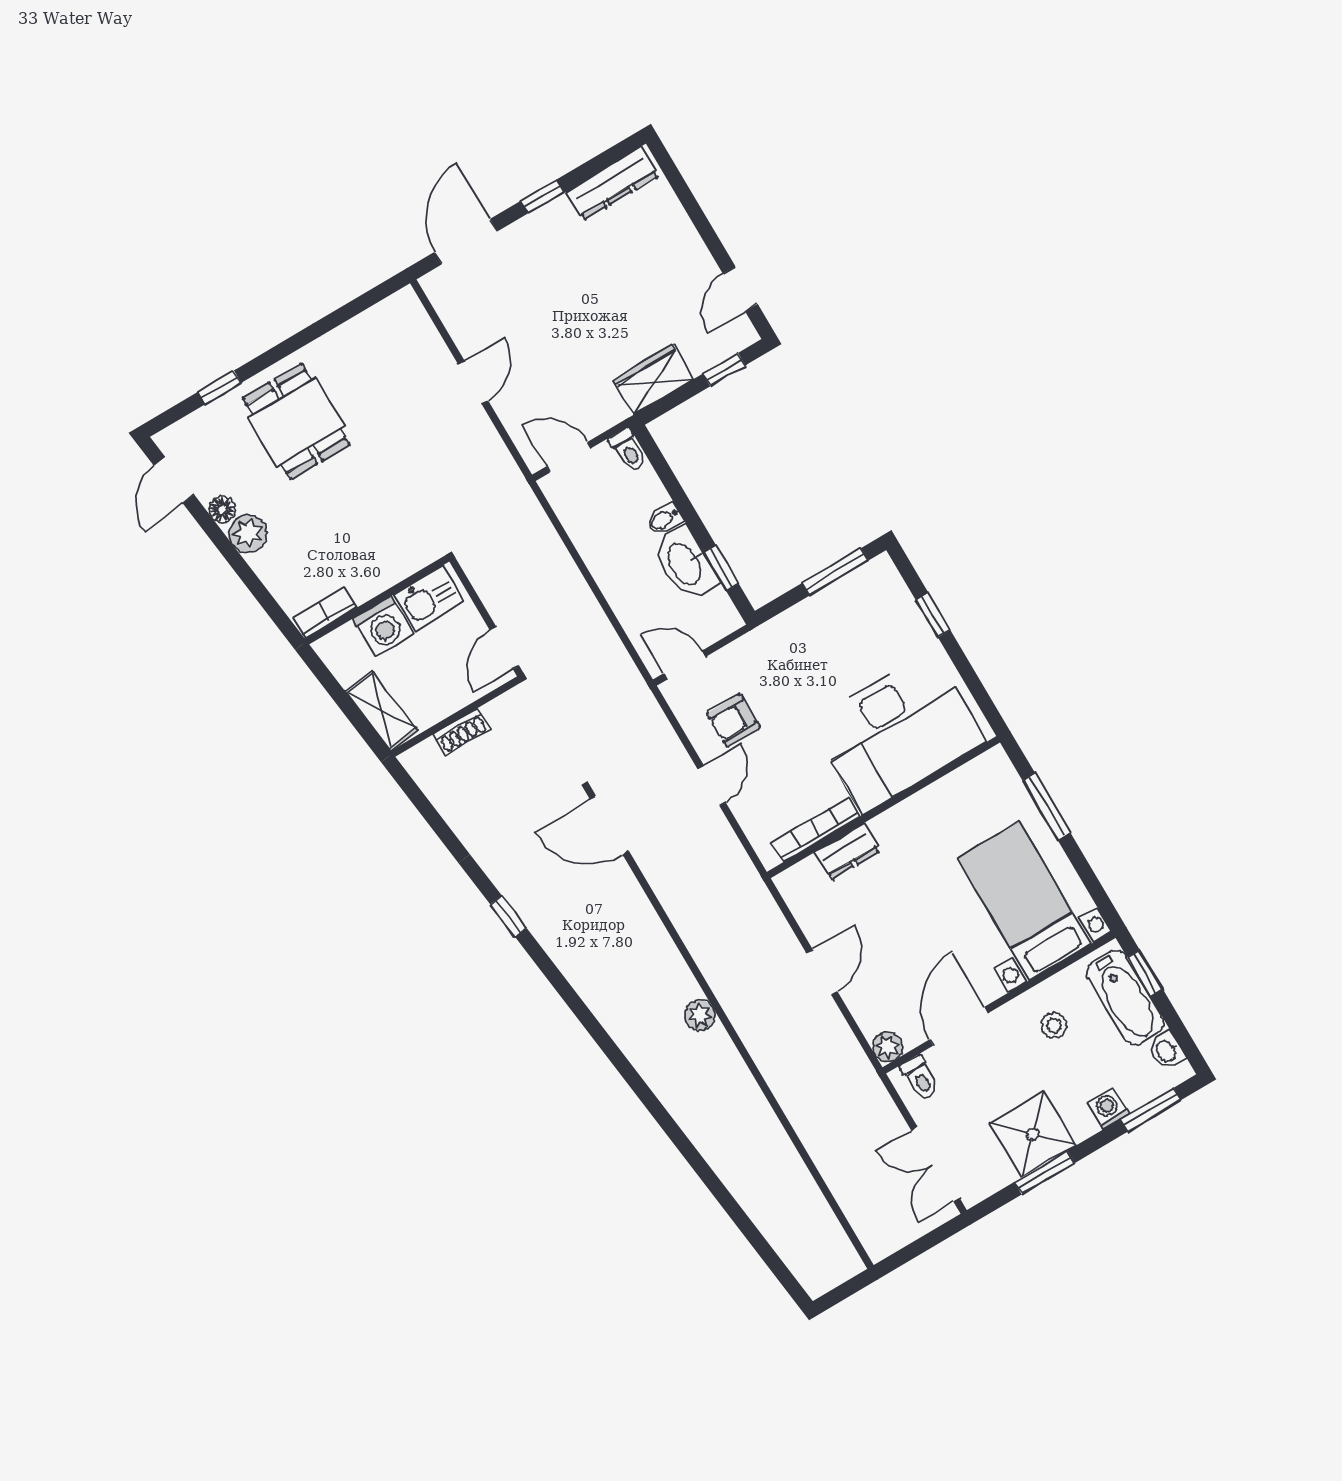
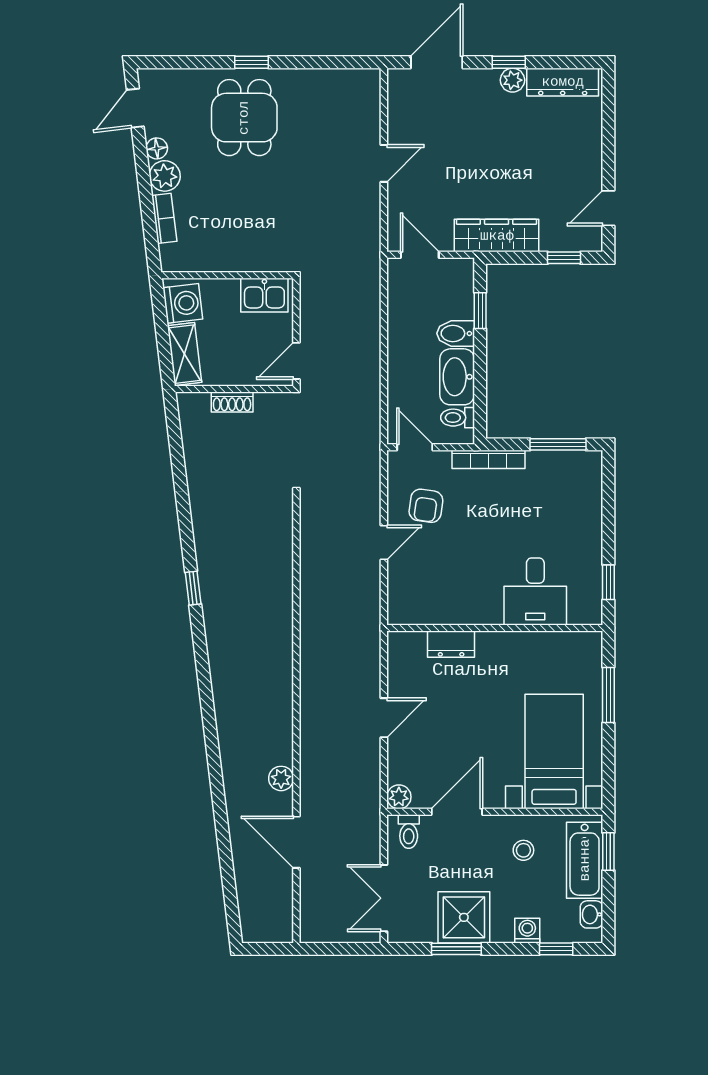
plant: (558, 213) -> (512, 80), added
wardrobe: (653, 380) -> (497, 236), width x1.50
window: (220, 387) -> (252, 62), moved
toilet: (628, 450) -> (458, 418), moved, turned 90
bidet: (664, 519) -> (456, 333), width x1.38, depth x1.36
window: (721, 568) -> (480, 311), moved
bookcase: (325, 613) -> (164, 218), moved, turned 83
window: (933, 615) -> (608, 582), moved
washing machine: (383, 626) -> (183, 303), moved, turned -97
armchair: (733, 720) -> (426, 506), turned -82
desk: (897, 732) -> (535, 592), width x0.53, depth x0.77
door: (609, 825) -> (296, 842), moved
bookcase: (816, 830) -> (489, 459), moved, turned 180
window: (508, 916) -> (193, 588), moved
plant: (700, 1015) -> (281, 778), moved
window: (1151, 1110) -> (556, 949), width x0.67

